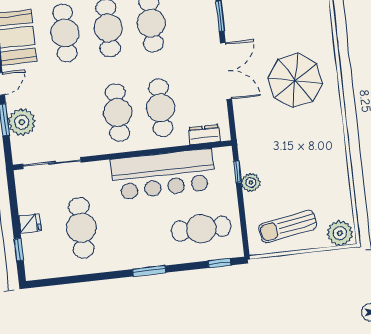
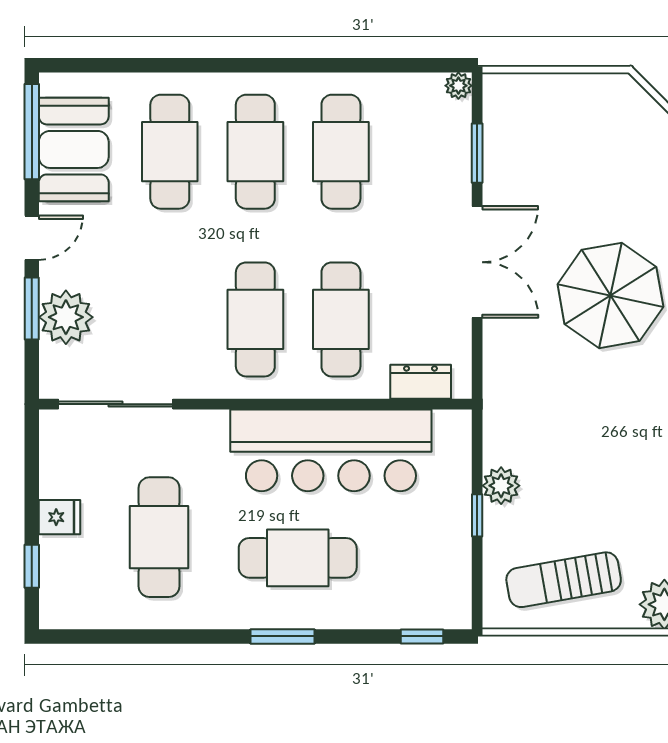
window: (237, 172) -> (477, 515), moved
cafe table: (201, 229) -> (298, 558), moved

